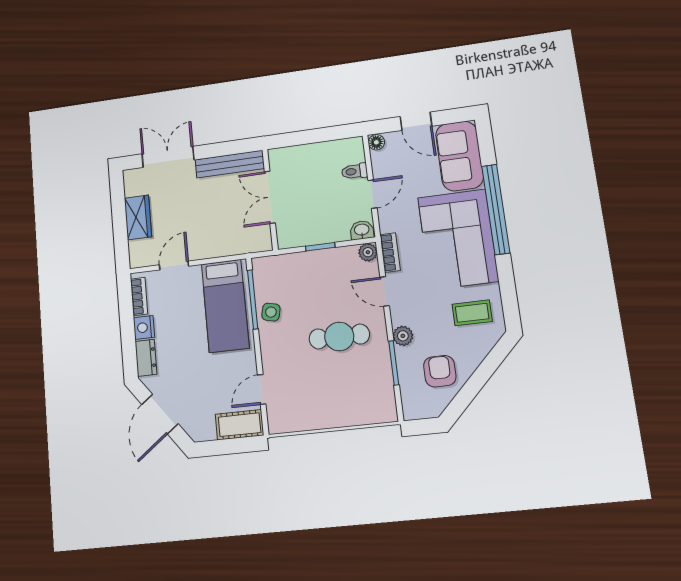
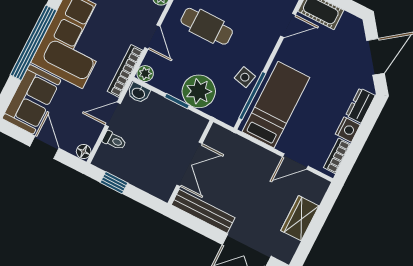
window: (329, 134) -> (114, 183), added
bookcase: (390, 252) -> (125, 71), width x1.56
plant: (306, 270) -> (199, 91), added

